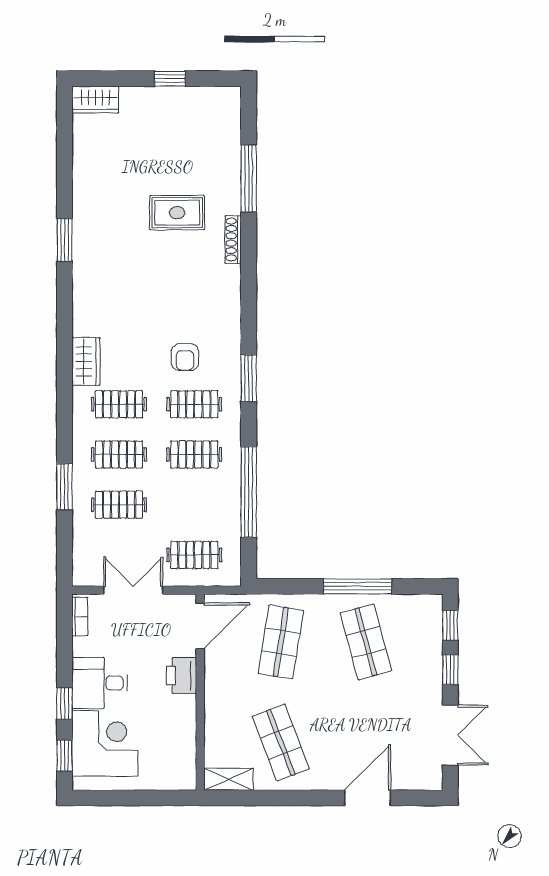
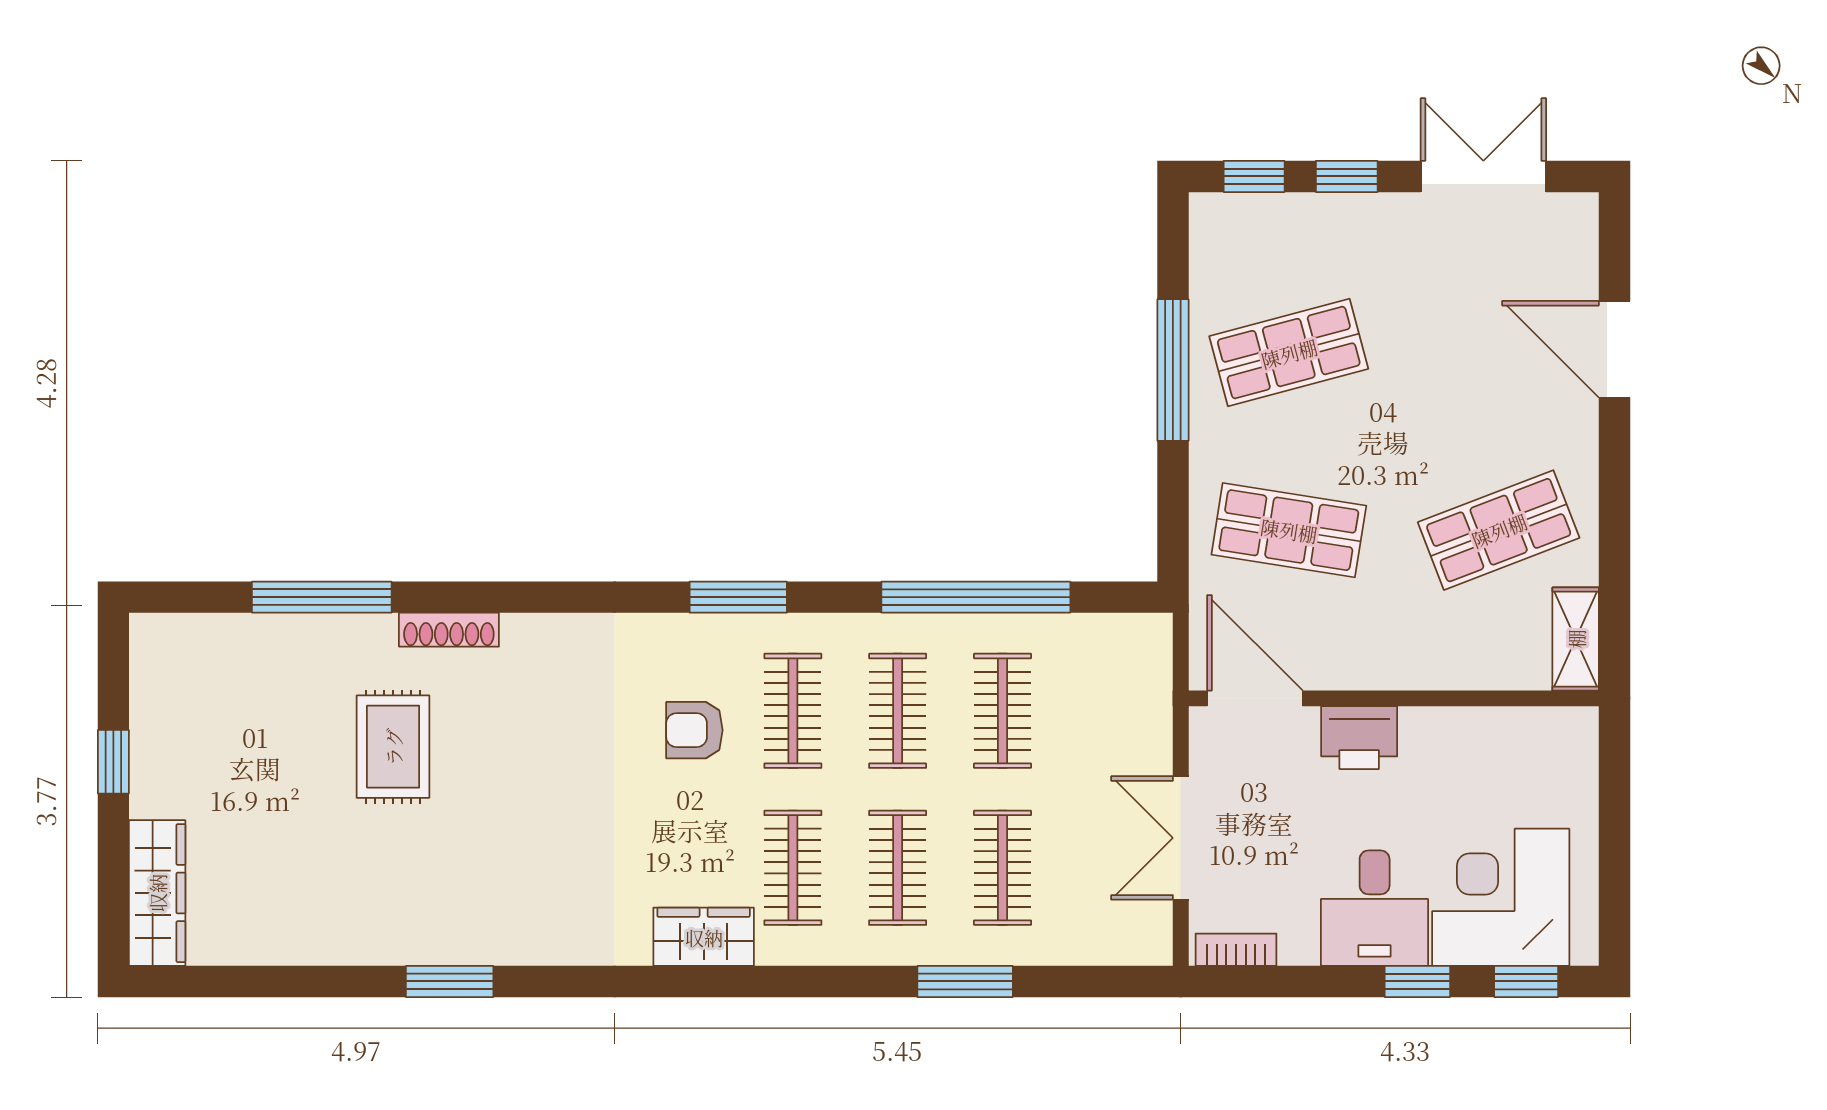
wardrobe: (95, 100) -> (157, 893), width x1.50
armchair: (185, 357) -> (694, 730), turned 180
clothes rail: (194, 555) -> (1003, 711), moved

